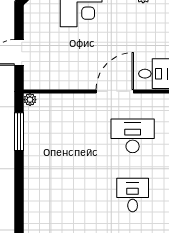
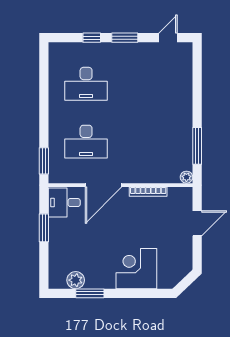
bookcase: (69, 85) -> (148, 192), added
desk: (133, 195) -> (86, 84), width x1.37

